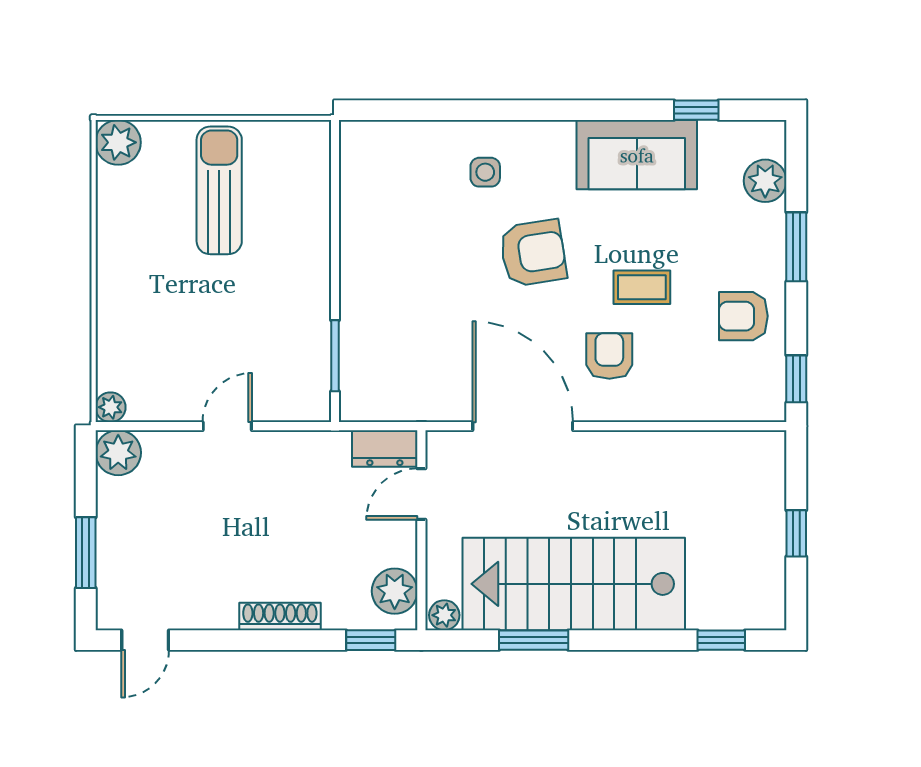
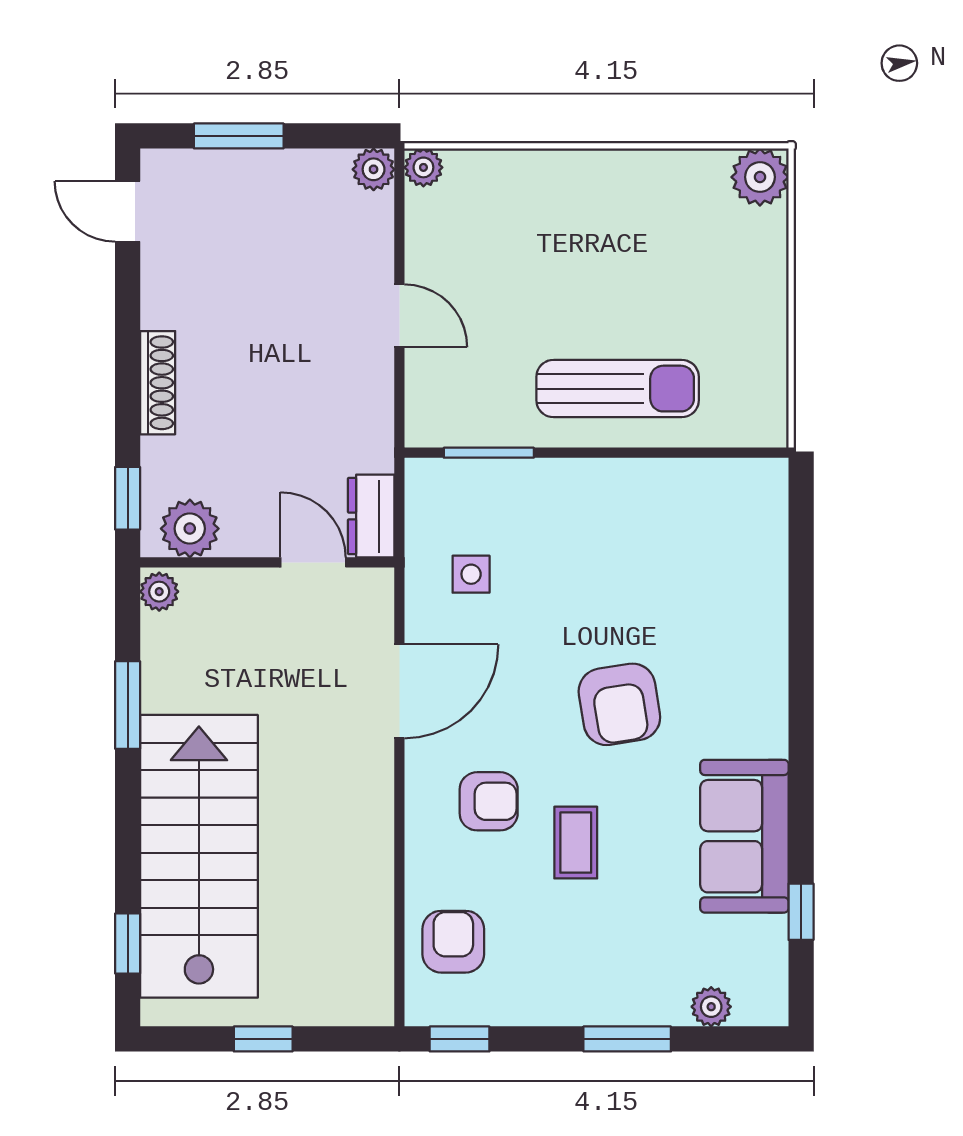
side table: (485, 172) -> (471, 574), moved
plant: (765, 181) -> (711, 1007), width x0.73, depth x0.73
sun lounger: (219, 190) -> (618, 389), moved
armchair: (743, 316) -> (453, 942), moved
door: (523, 426) -> (399, 691), width x0.73
plant: (118, 453) -> (374, 169), width x0.73, depth x0.73
stairs: (574, 584) -> (199, 856), moved

